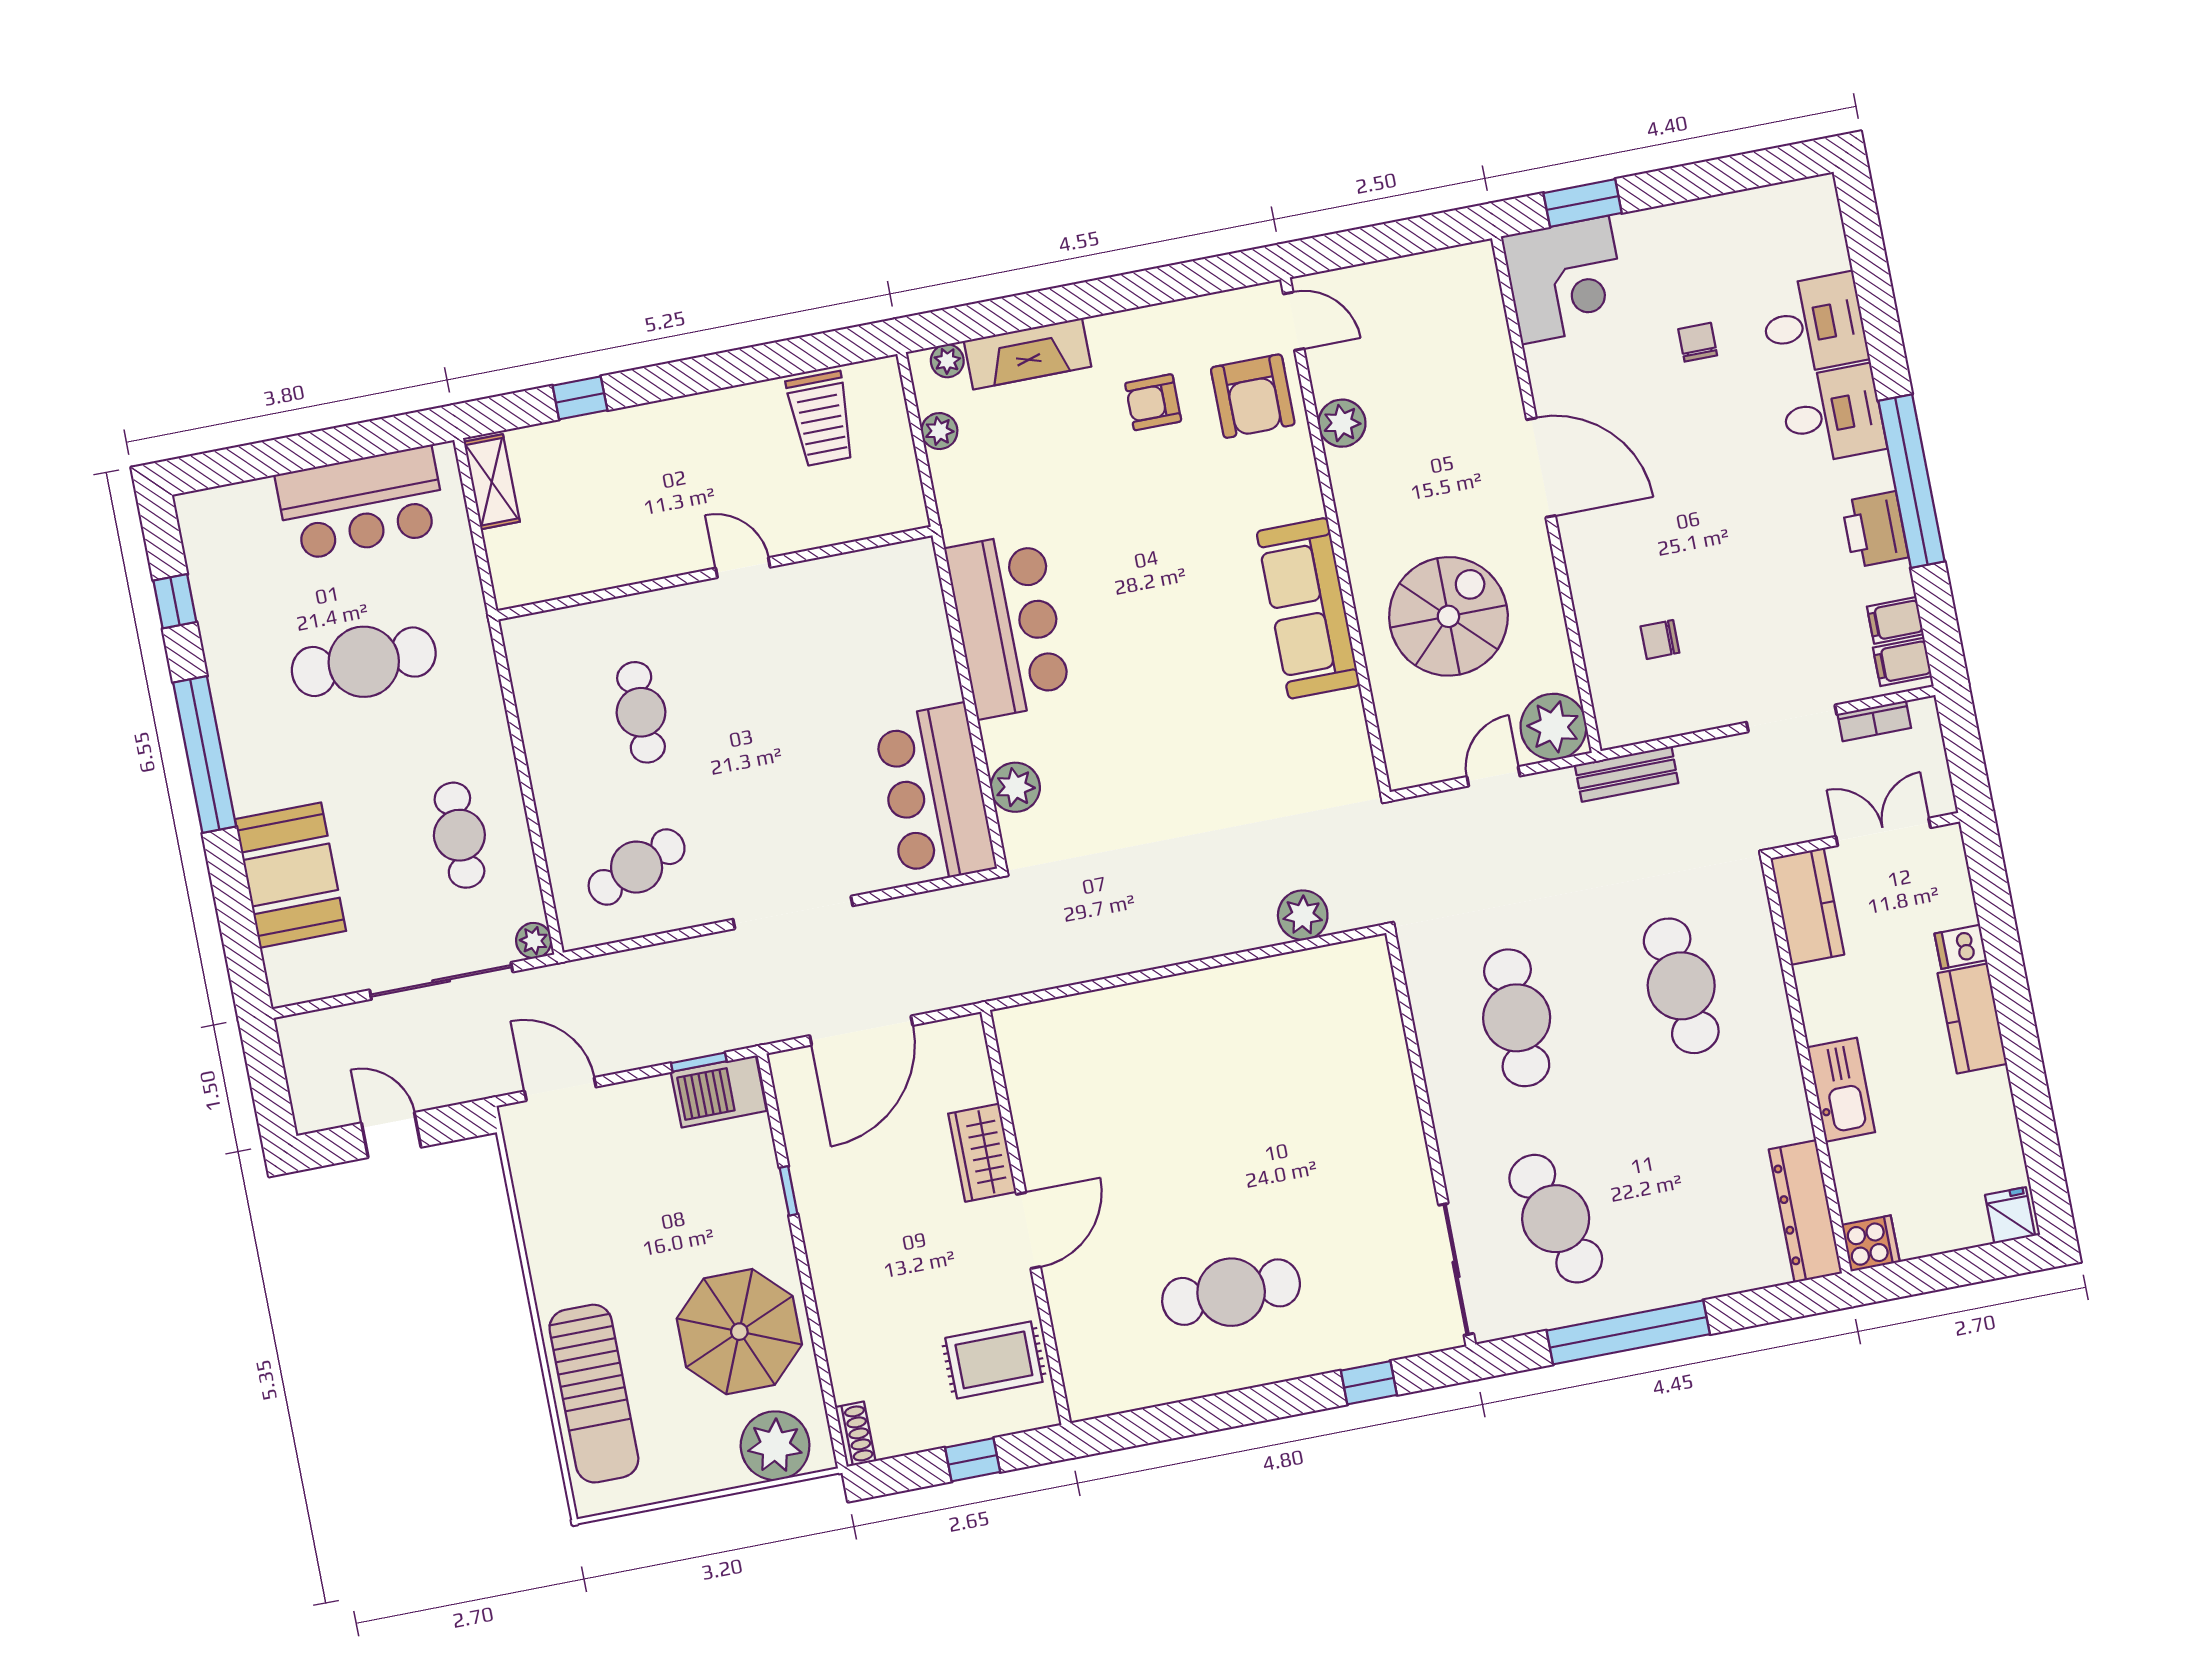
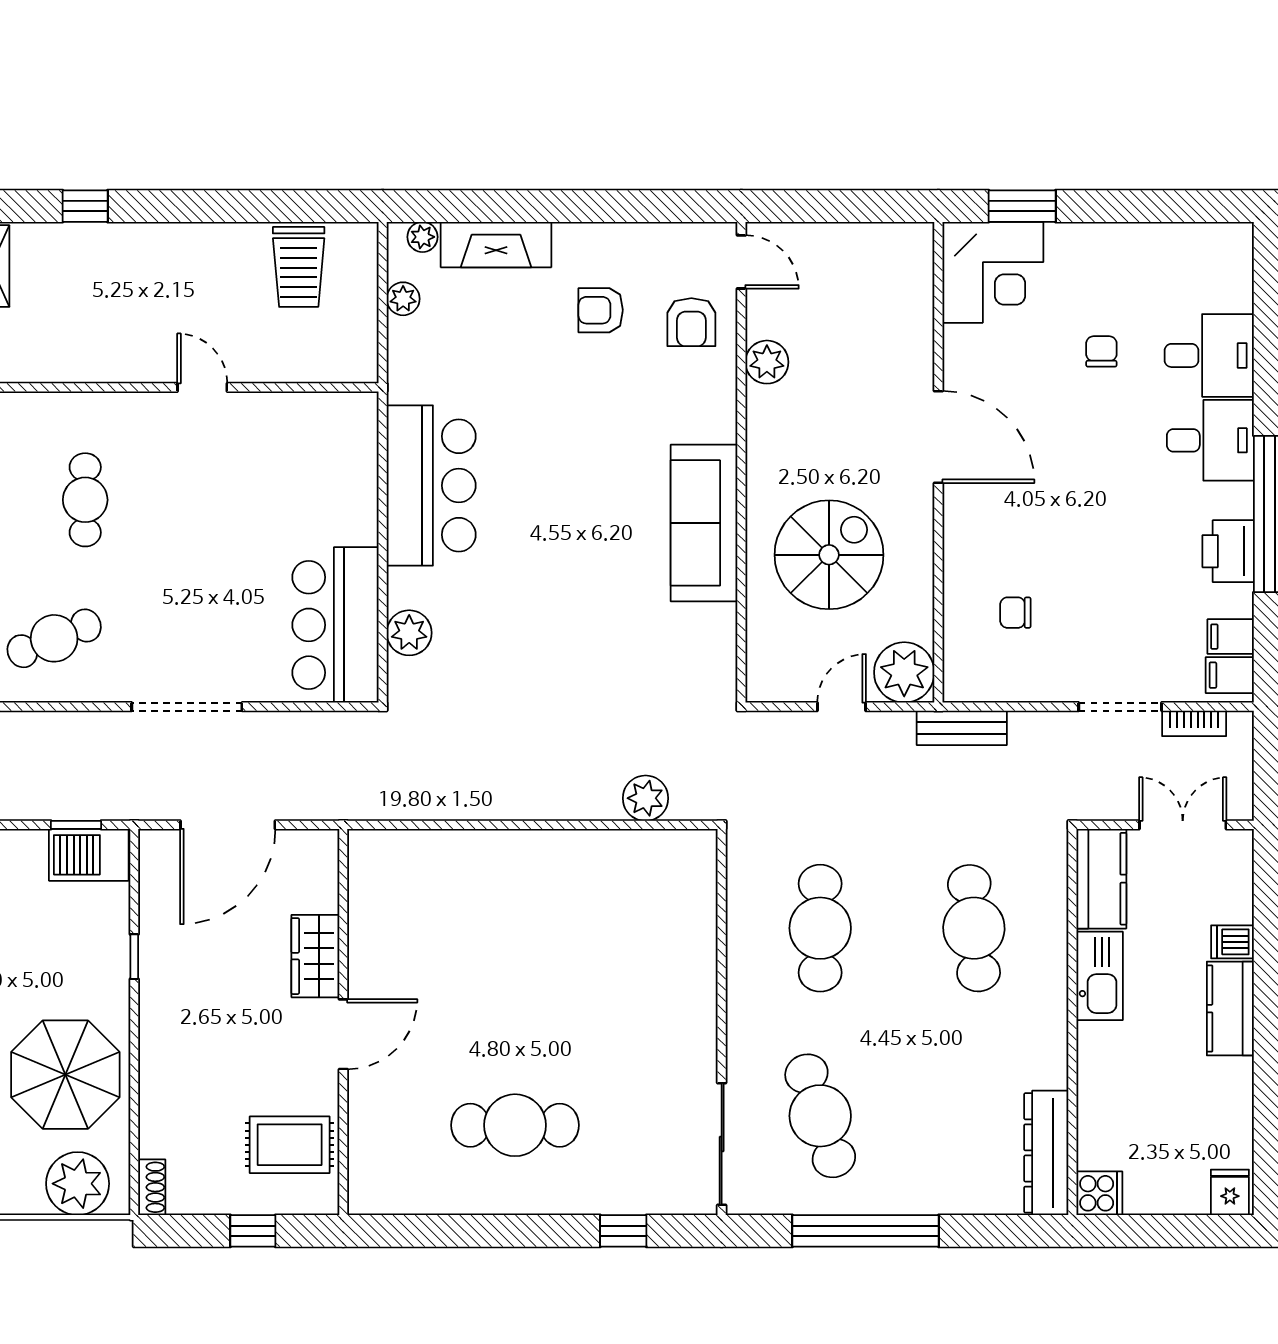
armchair: (1253, 396) -> (691, 322), width x0.72, depth x0.72
kitchen sink: (1841, 1090) -> (1100, 976), moved

